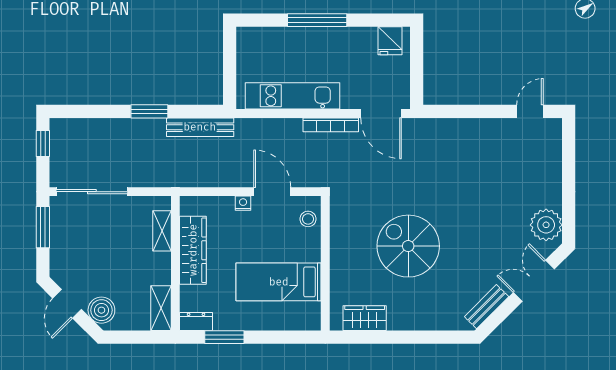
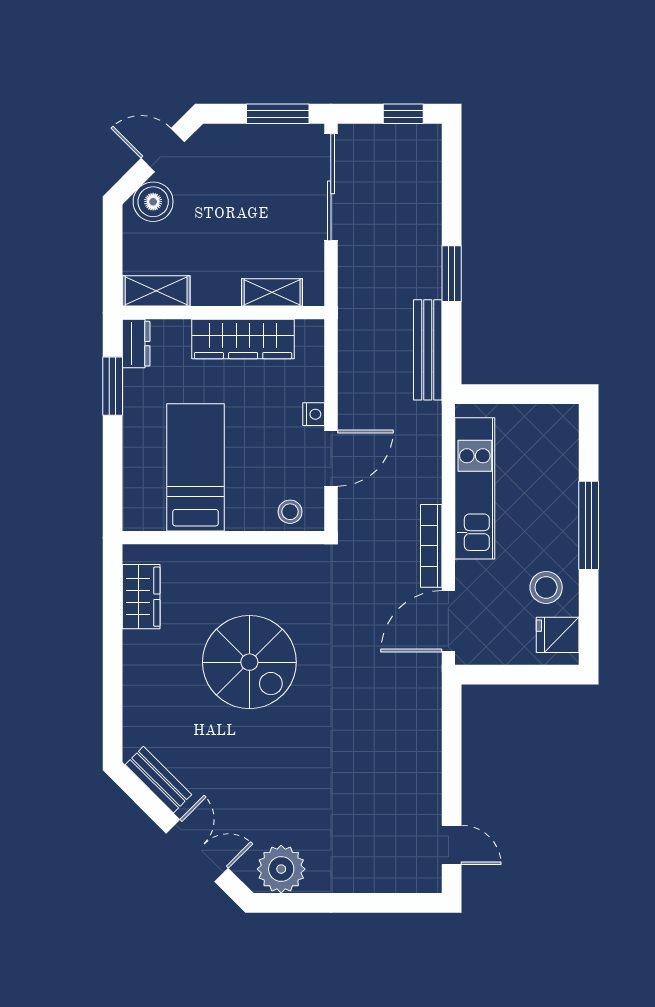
stool: (358, 48) -> (546, 587), added
spiral stairs: (408, 246) -> (249, 662), turned 90

